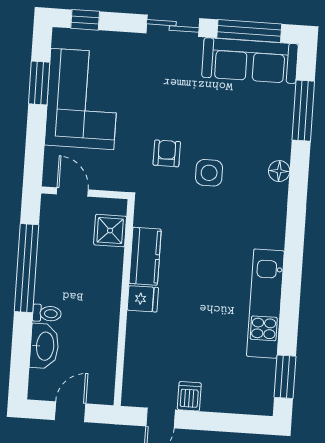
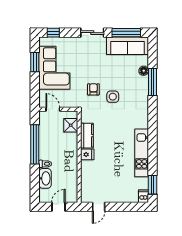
window: (303, 111) -> (153, 82), moved
floor lamp: (279, 171) -> (144, 71), moved
dishwasher: (189, 396) -> (143, 196), moved

